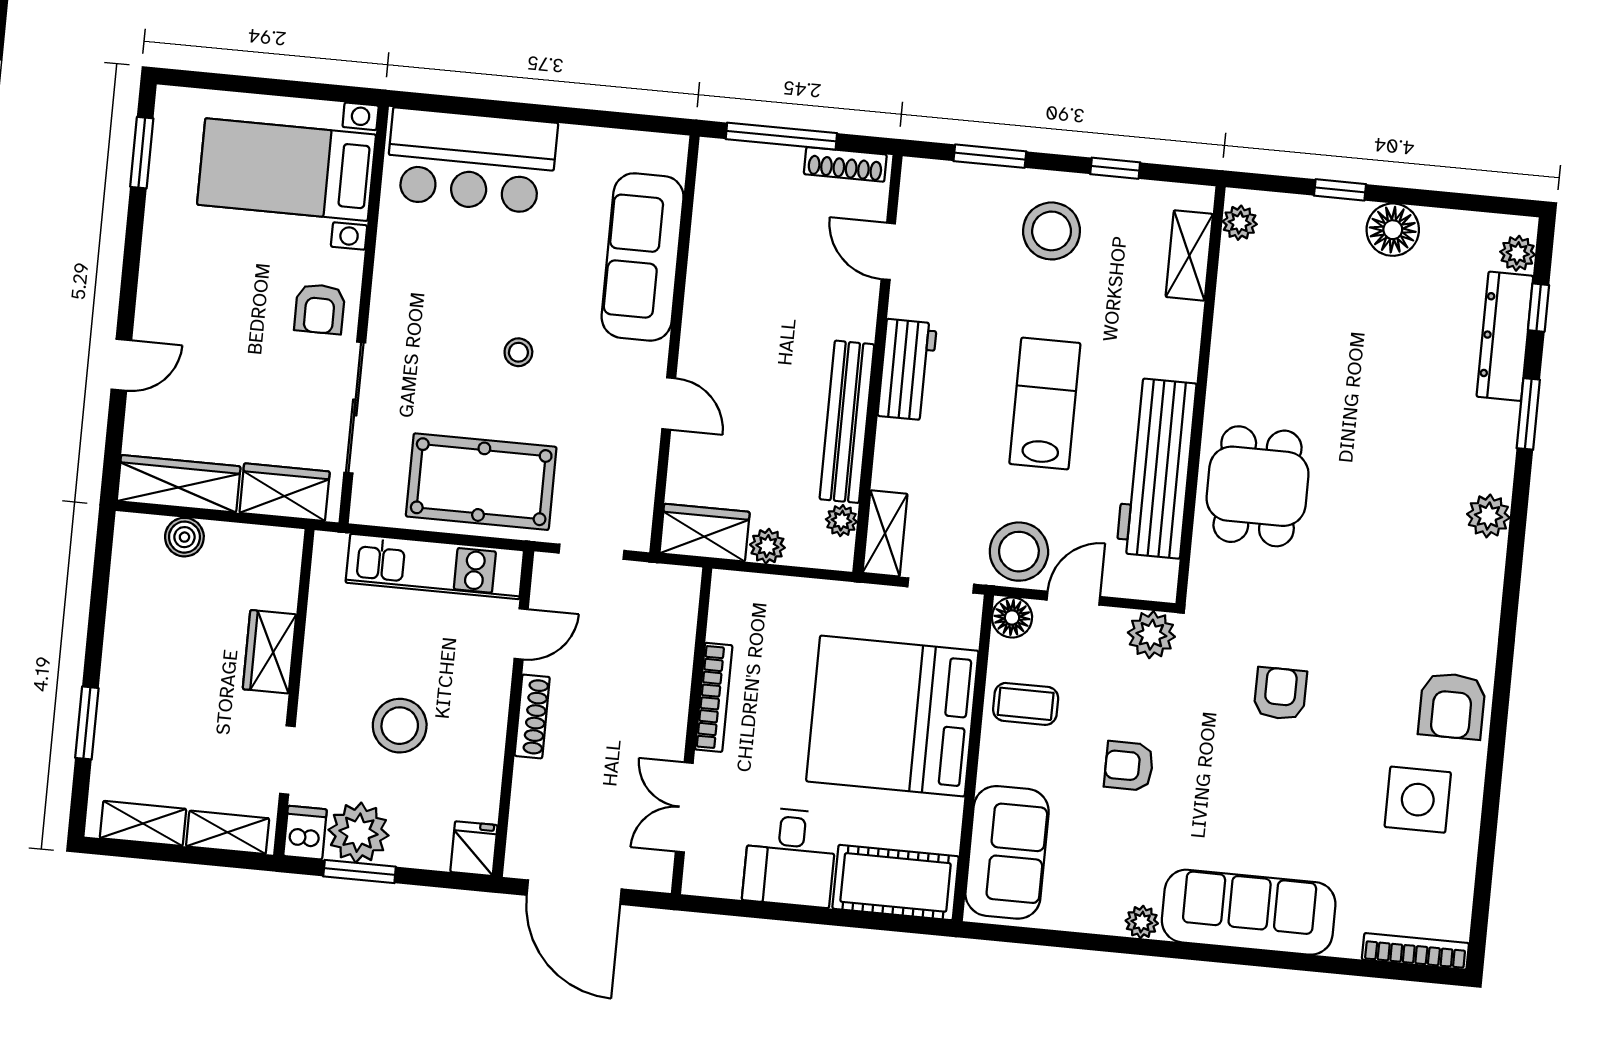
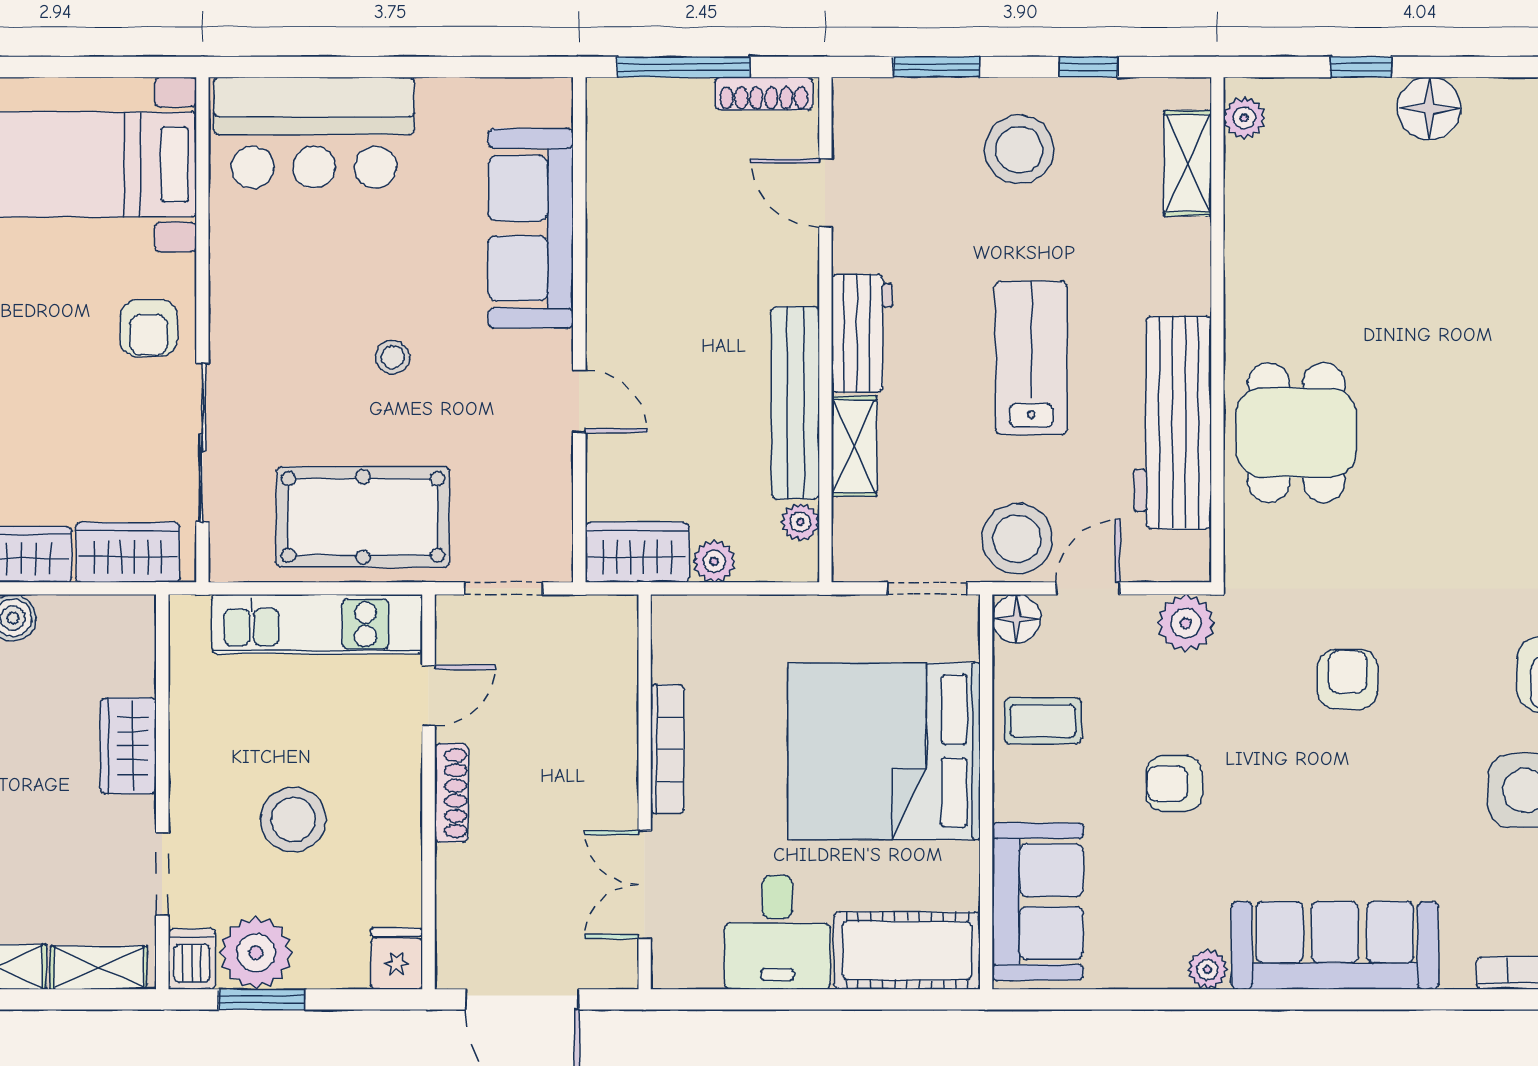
shelving: (885, 533) -> (854, 446), moved

